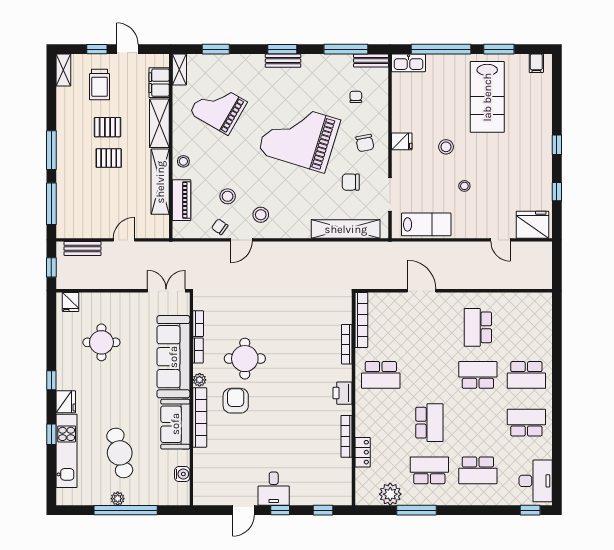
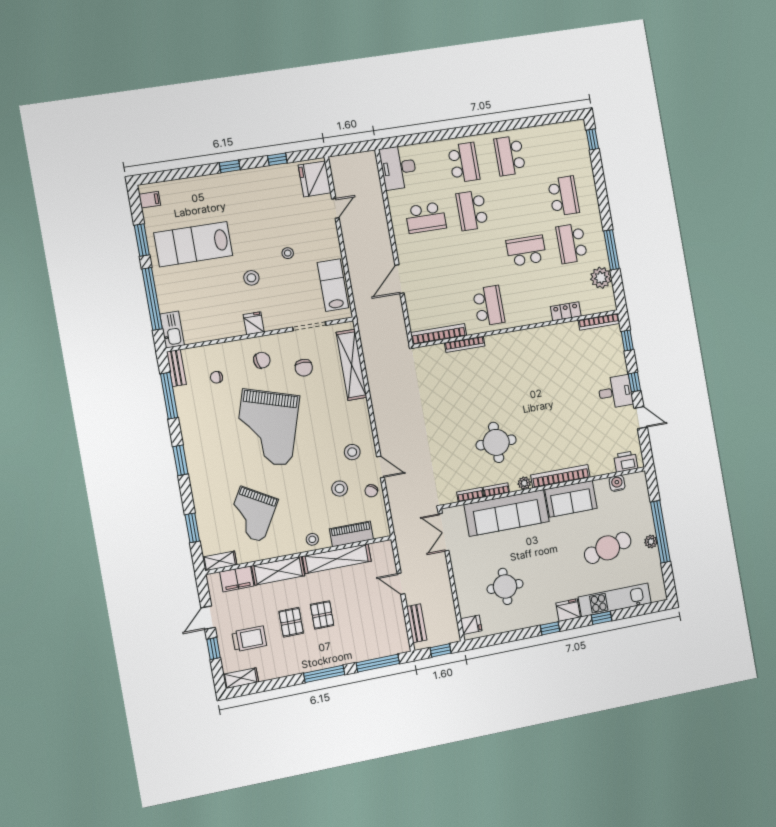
bench: (283, 61) -> (192, 457), removed
lab bench: (487, 97) -> (193, 244), turned 180
printer: (343, 393) -> (626, 462), moved, turned 180
armchair: (236, 401) -> (538, 444), removed
bookcase: (346, 436) -> (599, 322), moved
desk: (536, 481) -> (398, 168), moved, turned -90

